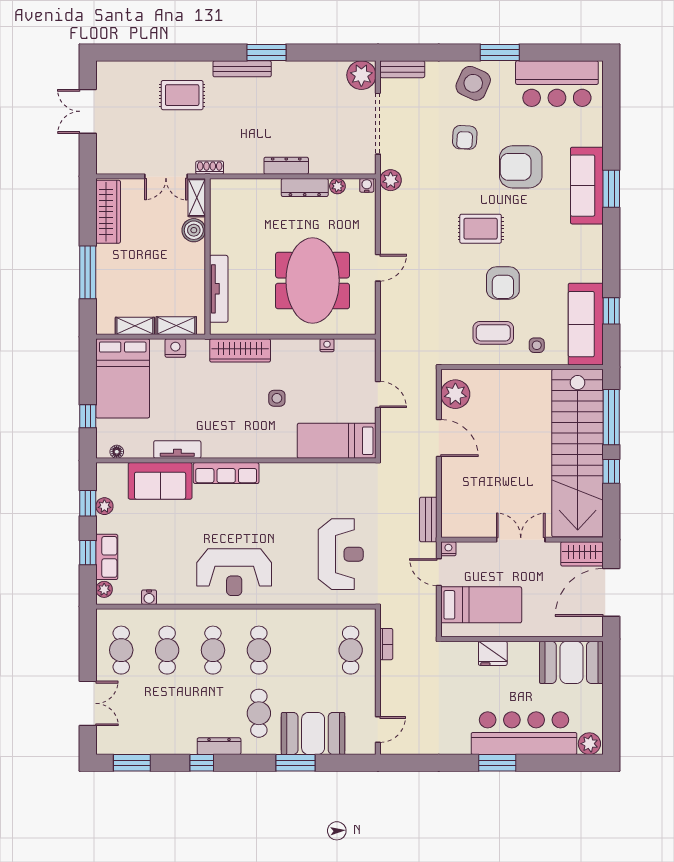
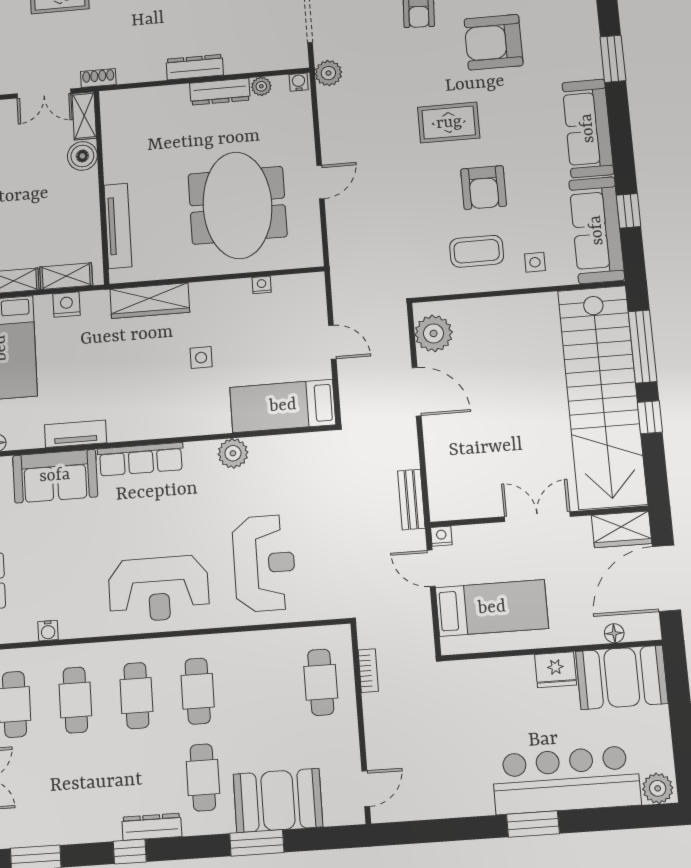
sofa: (587, 186) -> (588, 128), moved
plant: (297, 474) -> (233, 453), added
reception desk: (341, 554) -> (264, 563), moved
floor lamp: (569, 630) -> (614, 633), added
fridge: (493, 653) -> (556, 670), moved

